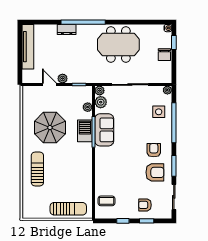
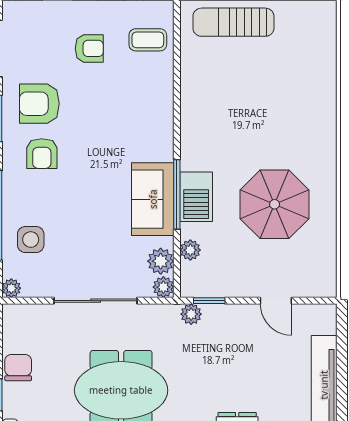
plant: (63, 78) -> (191, 314), moved
sun lounger: (37, 169) -> (303, 111), removed
armchair: (145, 205) -> (89, 48), moved

